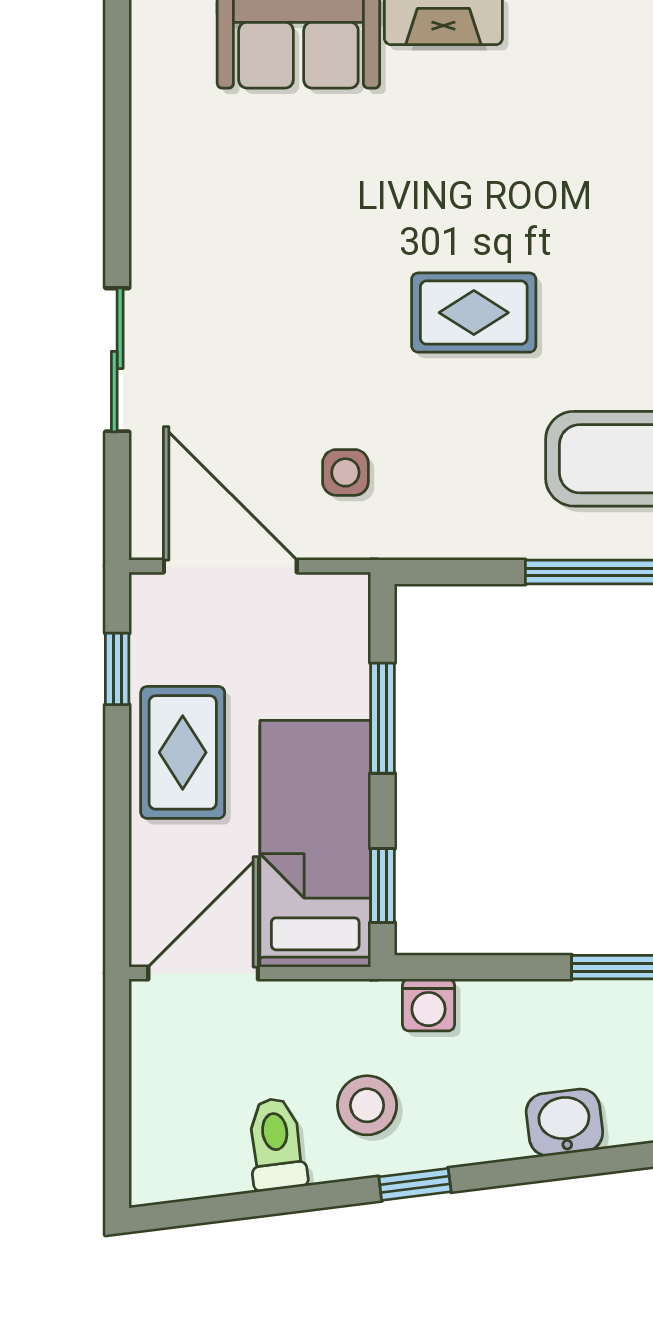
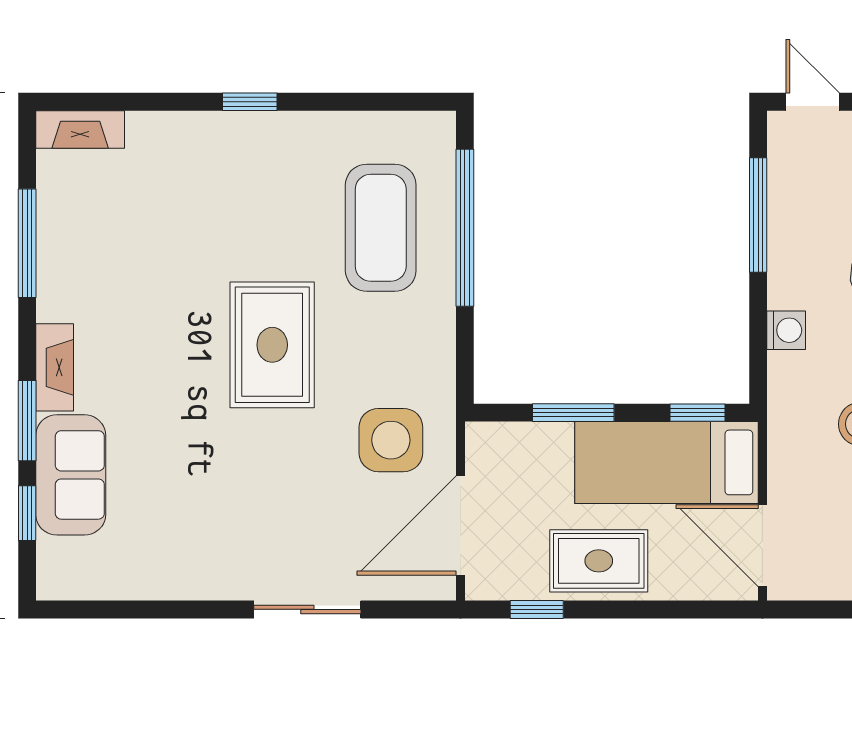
rug: (474, 313) -> (272, 345), width x1.36, depth x1.43
side table: (345, 472) -> (391, 440), width x1.87, depth x1.87
washing machine: (428, 1005) -> (786, 330), moved

